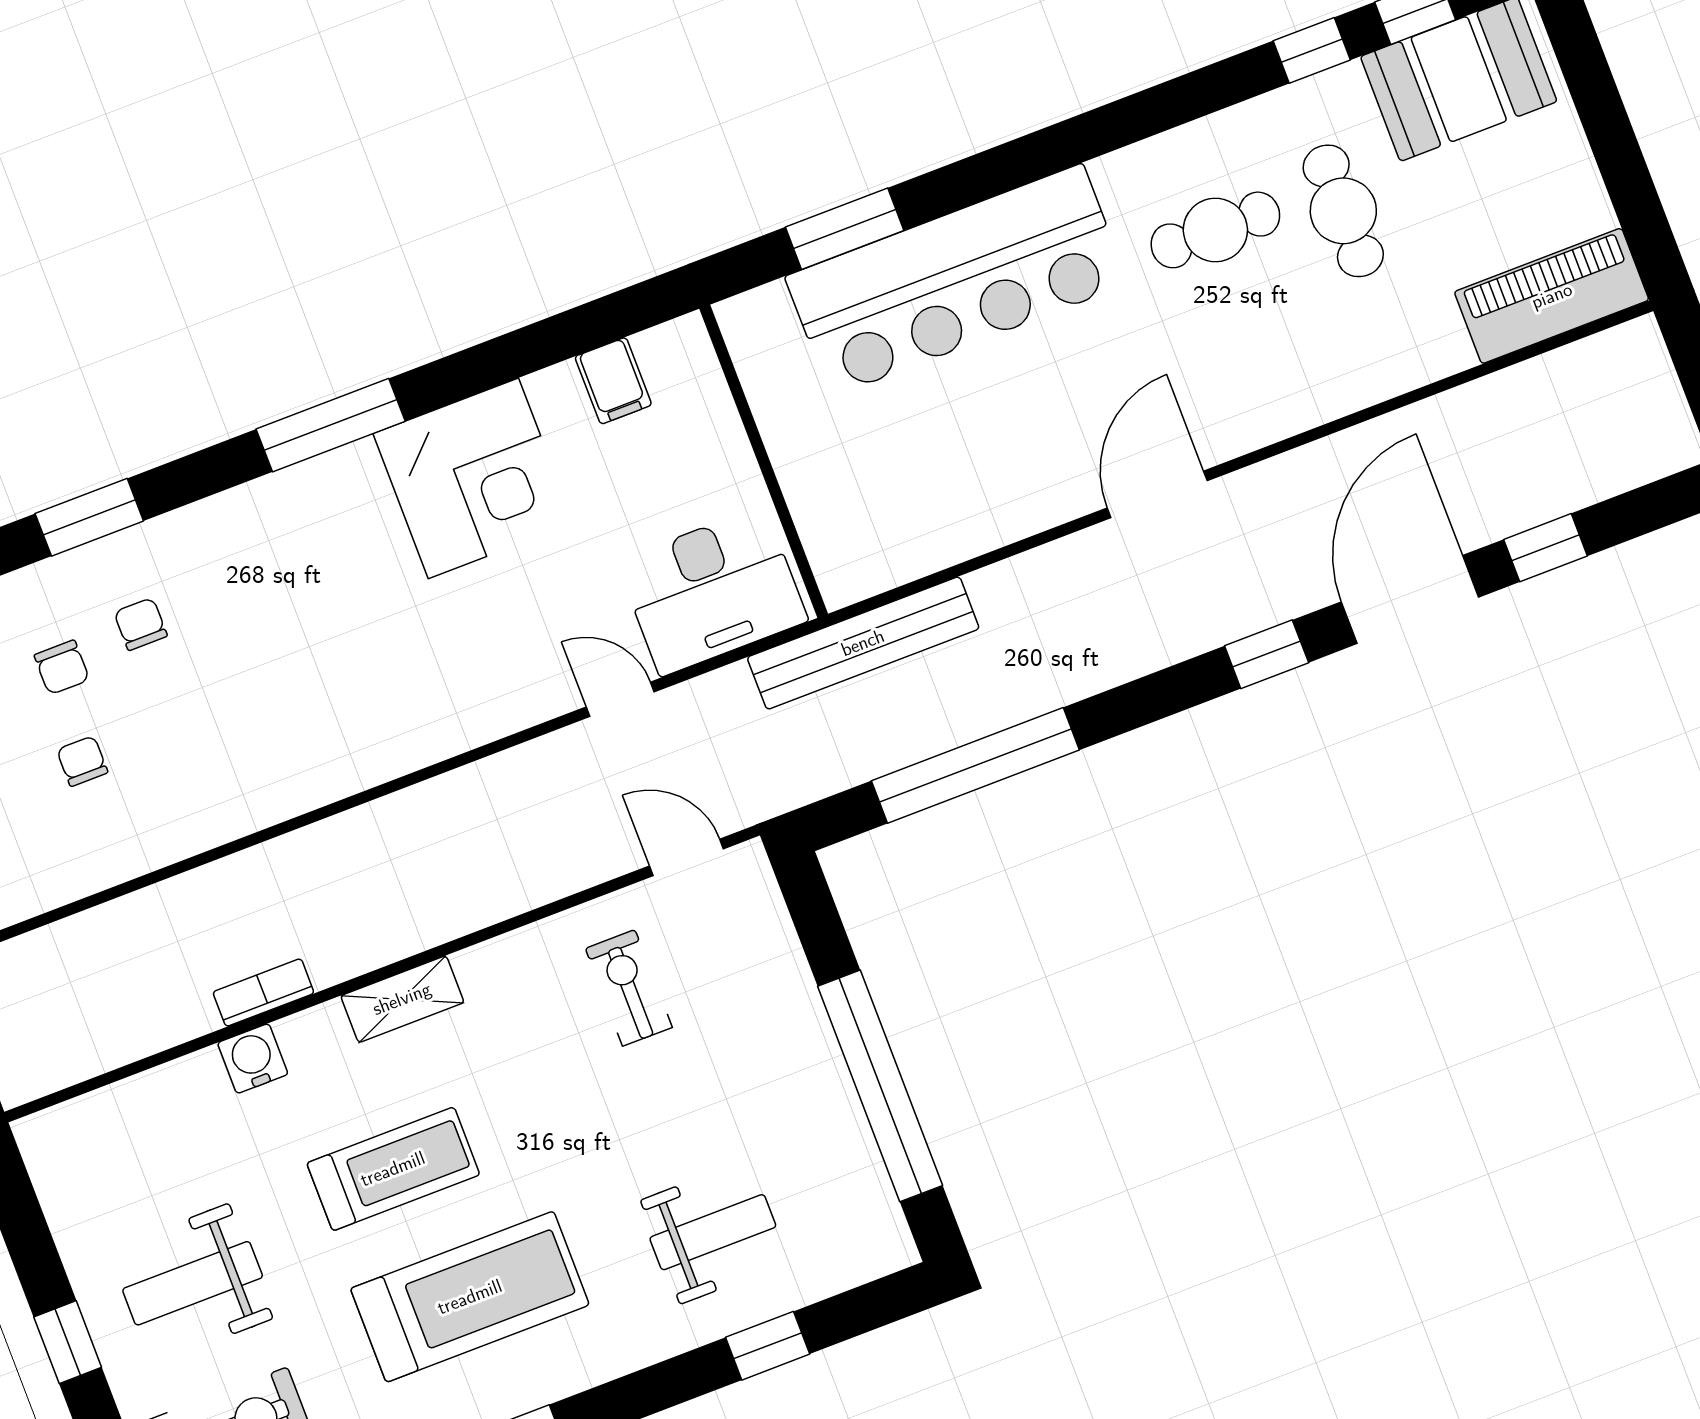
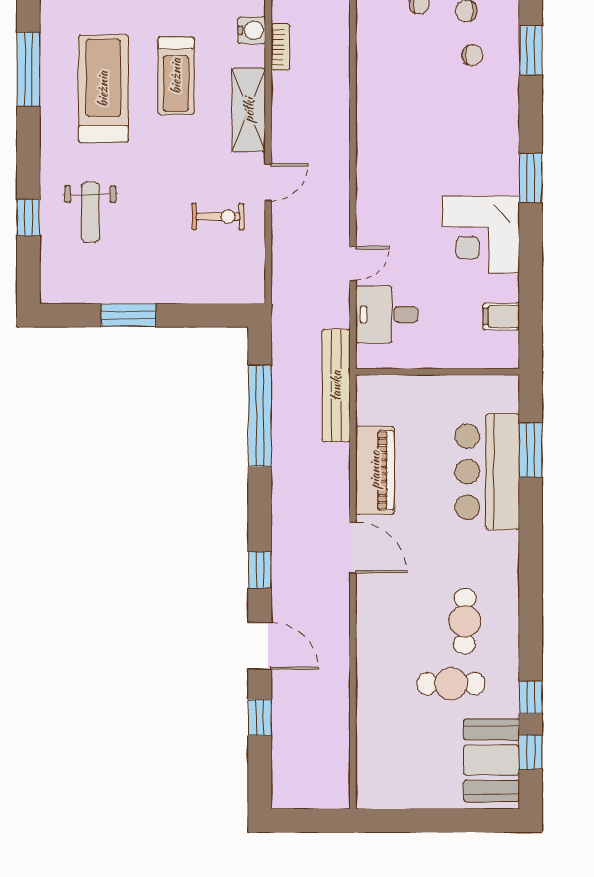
bar counter: (957, 280) -> (487, 472), width x0.73
piano: (1552, 296) -> (375, 470), moved
window: (331, 425) -> (531, 178), width x0.69
desk: (712, 591) -> (387, 314), width x0.73
door: (1410, 599) -> (260, 646), width x0.73
door: (686, 857) -> (268, 182), moved
shelving: (402, 999) -> (249, 110), width x1.50, depth x1.33
window: (880, 1086) -> (128, 315), width x0.47
treadmill: (470, 1297) -> (103, 89), turned 180

